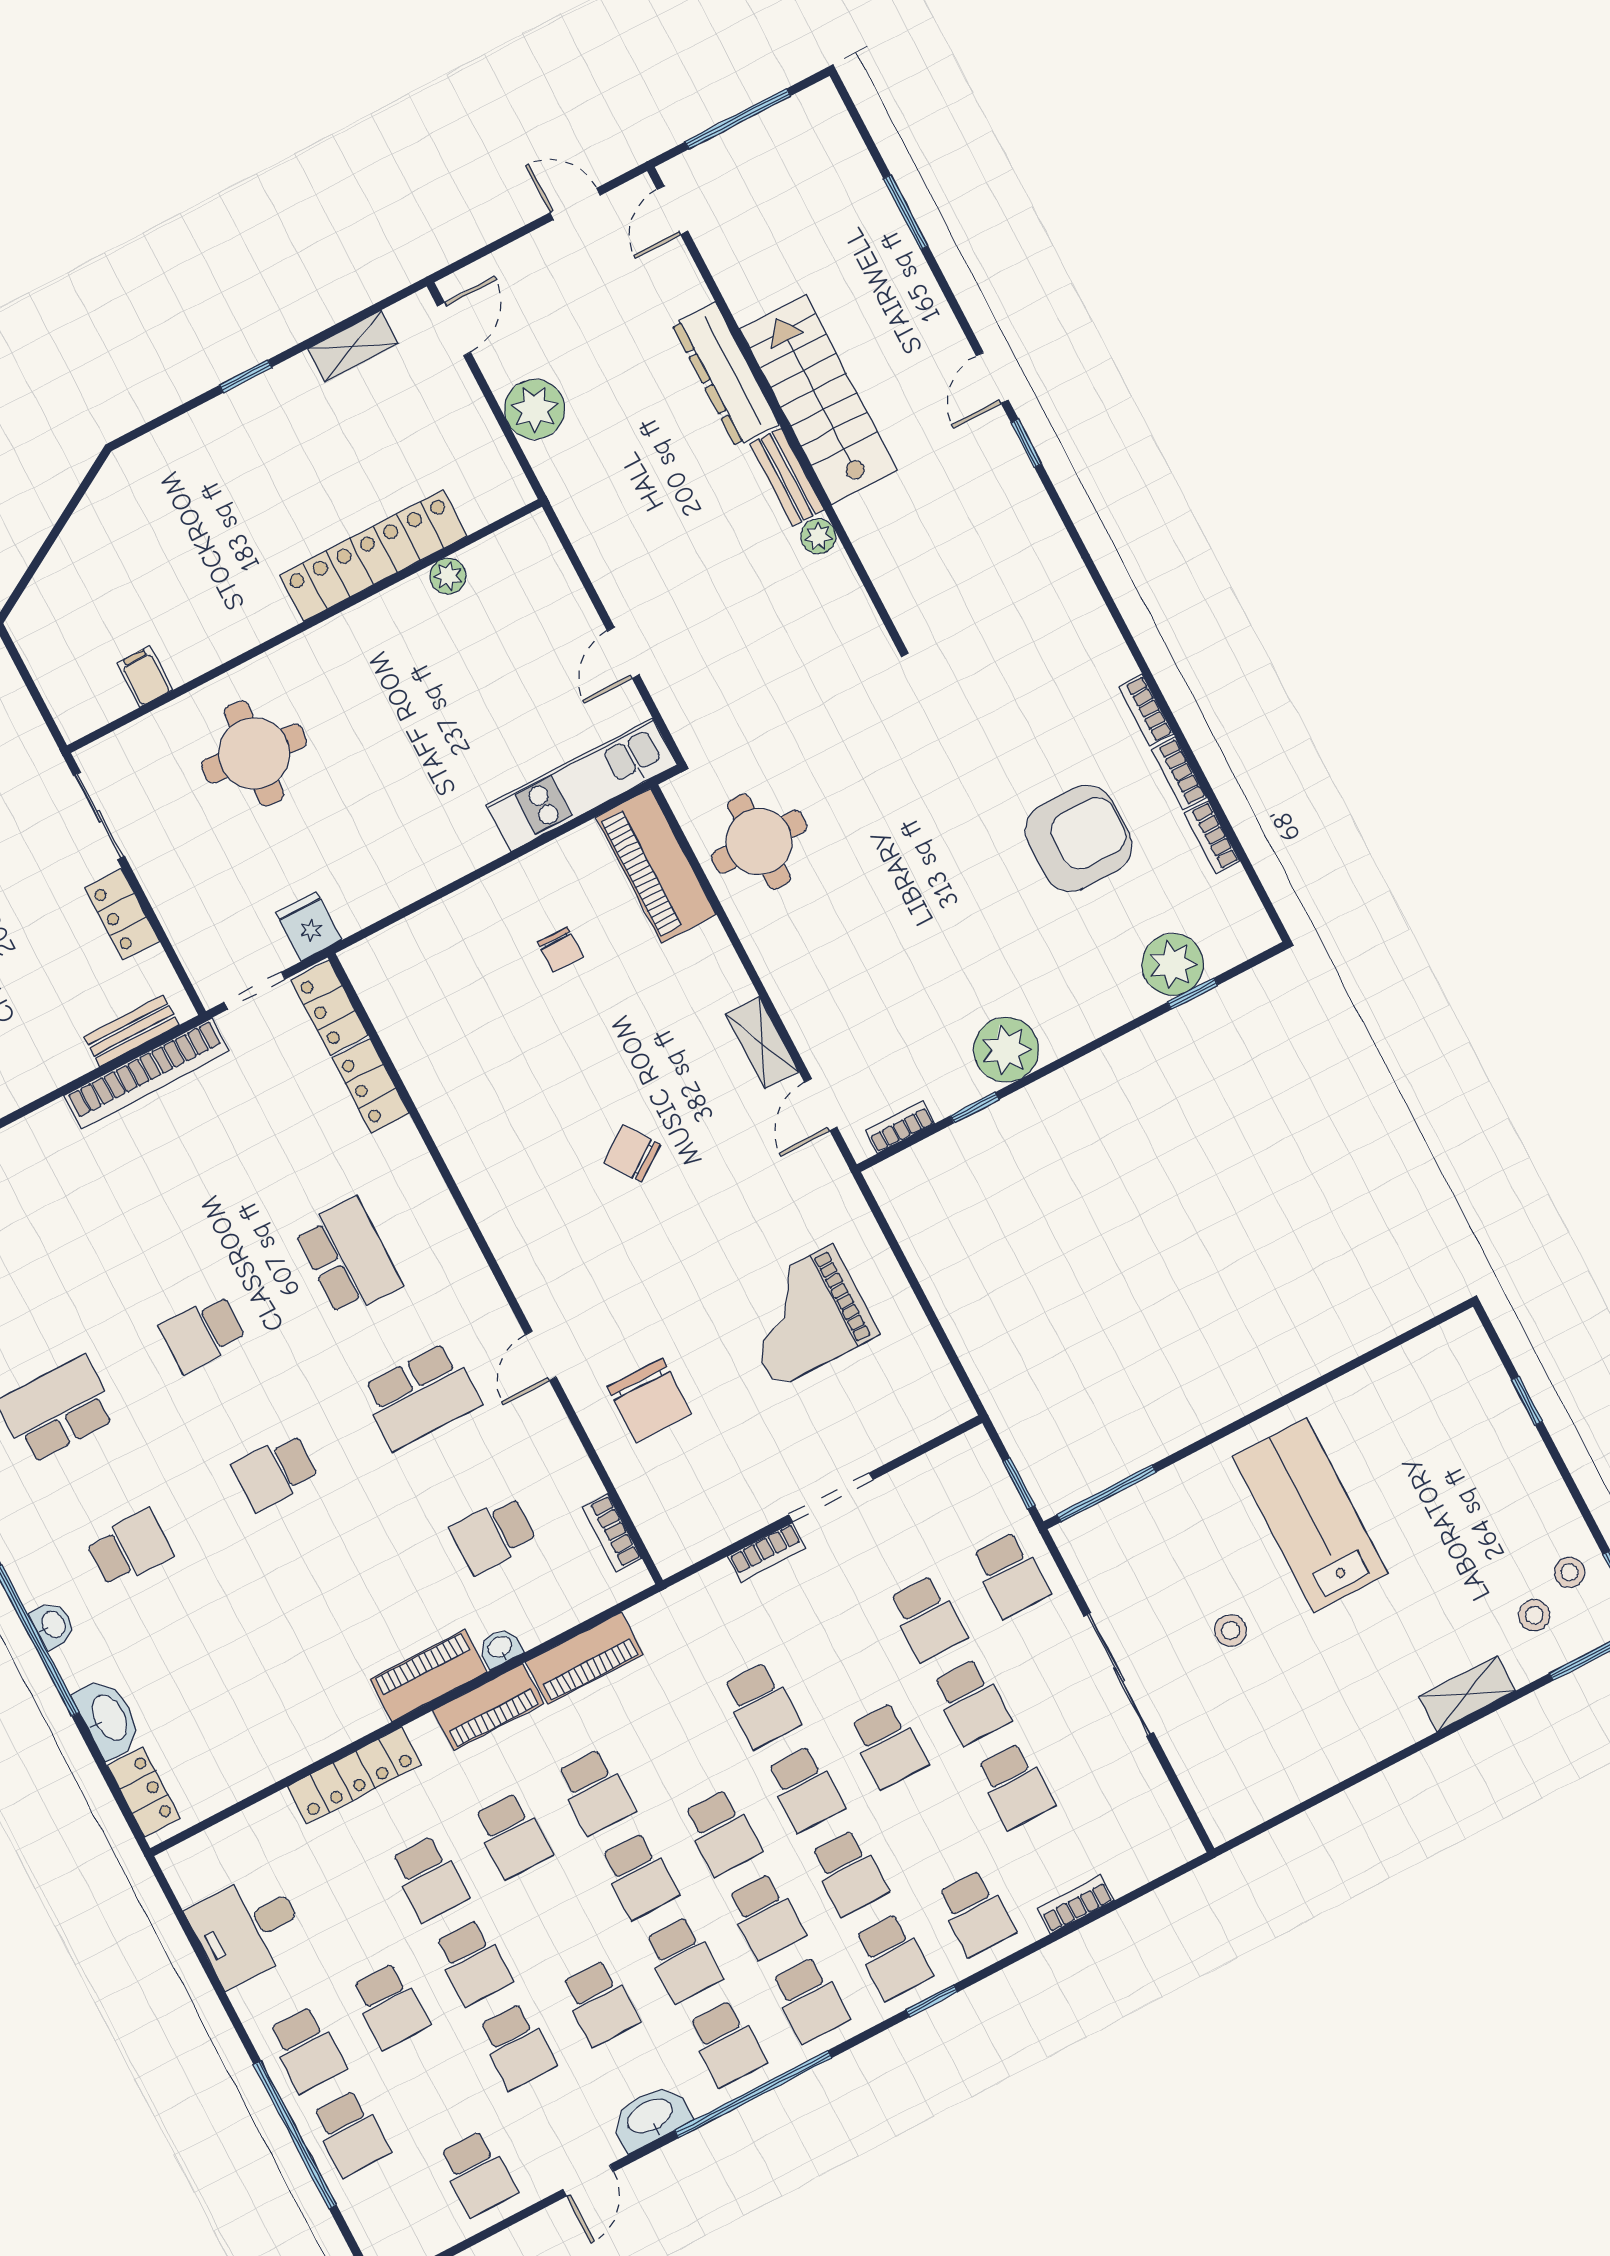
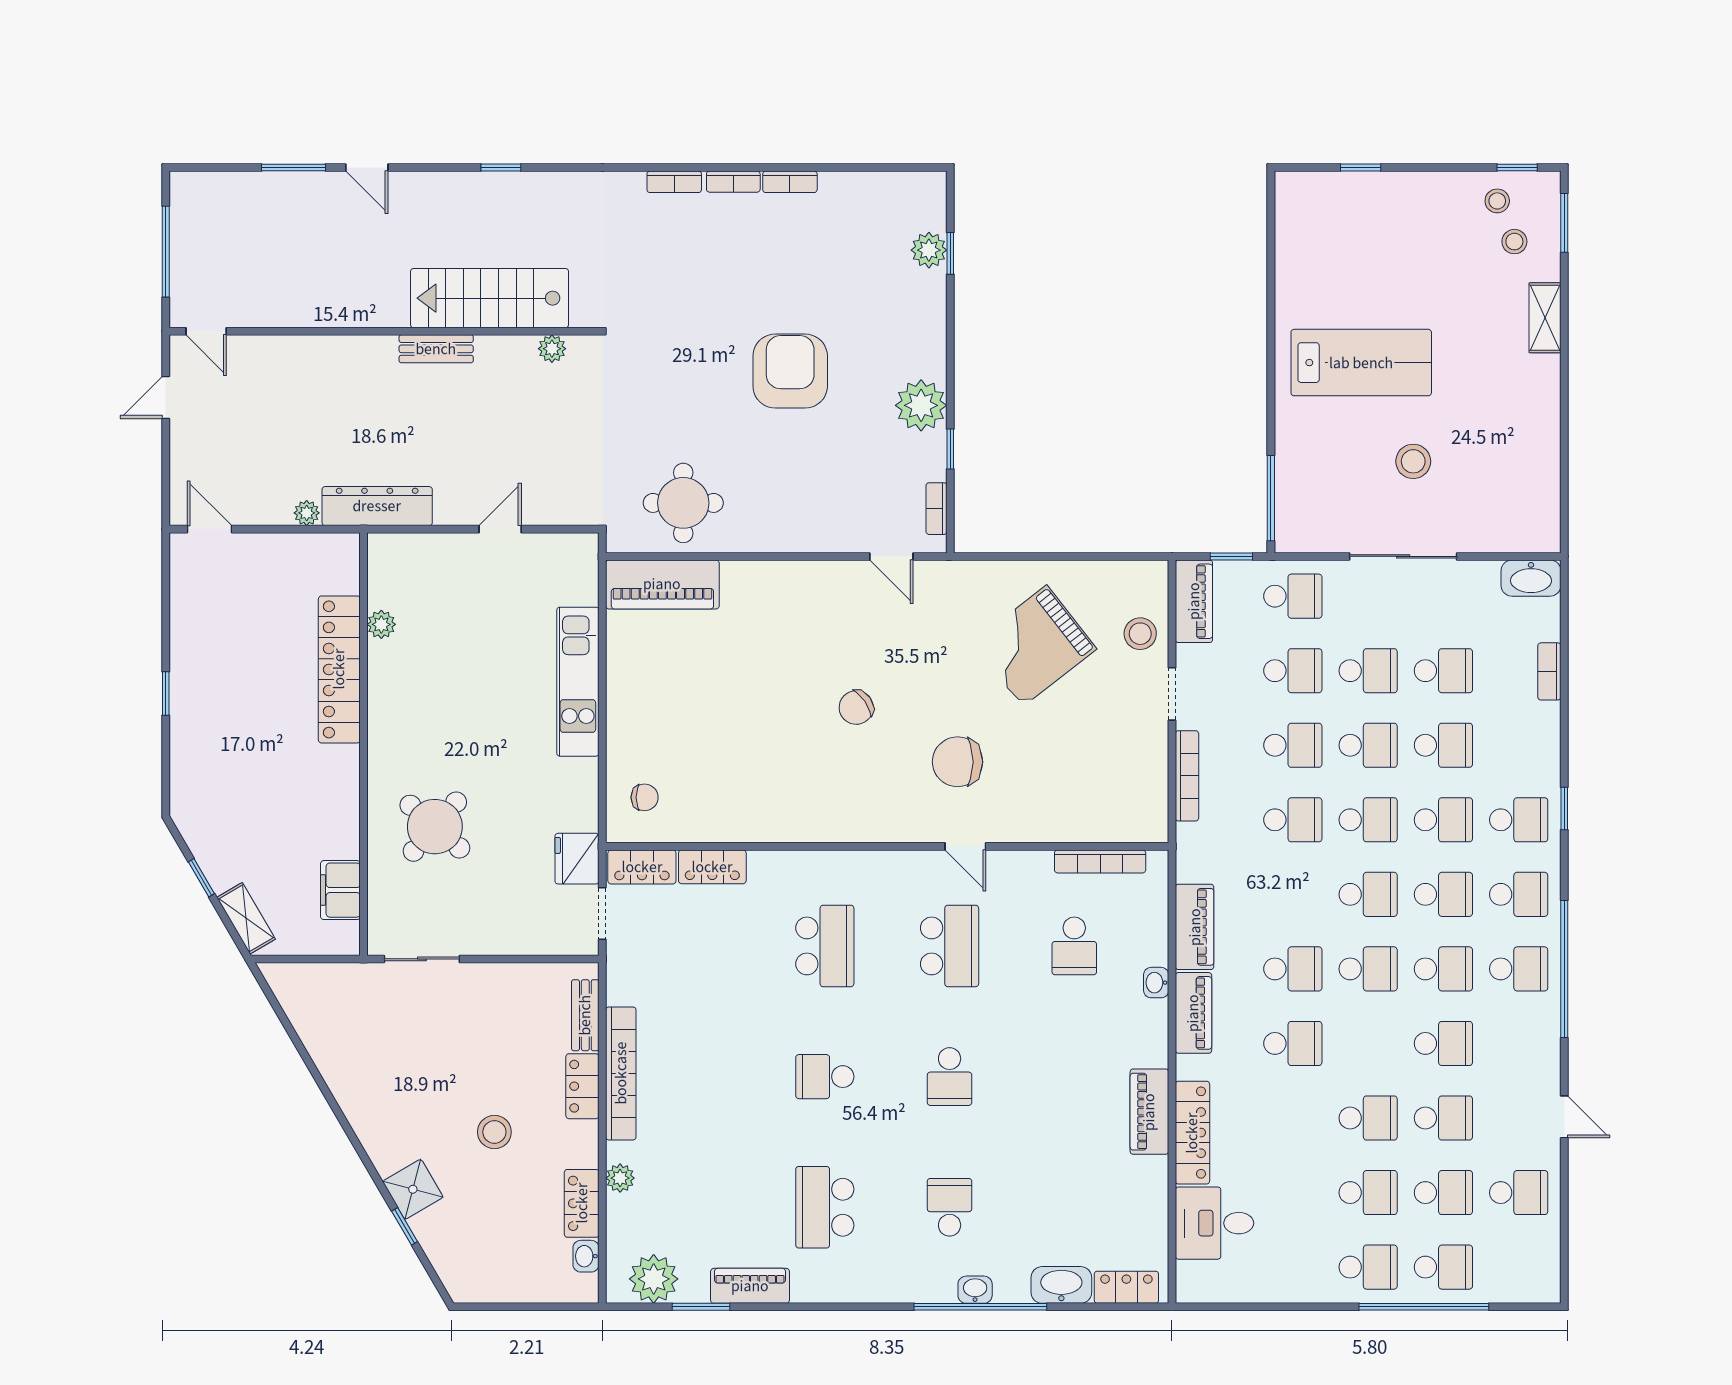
shelving: (353, 346) -> (246, 918), moved, turned -30
dresser: (726, 374) -> (377, 506), moved, turned 180
door: (992, 378) -> (367, 168), moved
stairs: (818, 400) -> (490, 298), moved
plant: (535, 409) -> (307, 513), width x0.53, depth x0.53
window: (61, 523) -> (201, 878), added
plant: (818, 536) -> (552, 349), moved
door: (623, 653) -> (500, 529), swing flipped
filing cabinet: (145, 677) -> (340, 890), width x2.00
round table: (254, 753) -> (435, 827), turned 35
kitchen unit: (582, 785) -> (578, 682), moved
bookcase: (1212, 837) -> (674, 182), moved
armchair: (1079, 838) -> (790, 371), moved
locker: (122, 914) -> (582, 1086), moved, turned 90
fridge: (309, 926) -> (577, 859), width x1.38
chair: (560, 949) -> (645, 797), moved
plant: (1173, 964) -> (929, 250), width x0.73, depth x0.73
shelving: (762, 1043) -> (826, 575), removed
bookcase: (147, 1073) -> (621, 1073), moved
school desk: (348, 1257) -> (825, 946), turned 90
grand piano: (804, 1316) -> (1035, 646), turned 52
school desk: (203, 1333) -> (825, 1077), turned 90
chair: (649, 1400) -> (957, 762), moved, turned 180
stool: (880, 1427) -> (1140, 634), added
piano: (947, 1468) -> (1194, 601), added
doorway: (831, 1497) -> (1172, 694), width x0.73
lab bench: (1310, 1515) -> (1361, 363), turned 180
bookcase: (612, 1533) -> (1100, 861), width x1.56
bookcase: (767, 1552) -> (1187, 776), width x1.56
stool: (1230, 1630) -> (1413, 461), width x1.37, depth x1.37
school desk: (844, 1662) -> (1293, 745), added
piano: (428, 1676) -> (1149, 1112), moved
school desk: (429, 1879) -> (1443, 1193), moved
school desk: (976, 1913) -> (1443, 745), moved
desk: (248, 1929) -> (1214, 1223), moved, turned 90
washbasin: (650, 2117) -> (1531, 578), moved, turned -90

